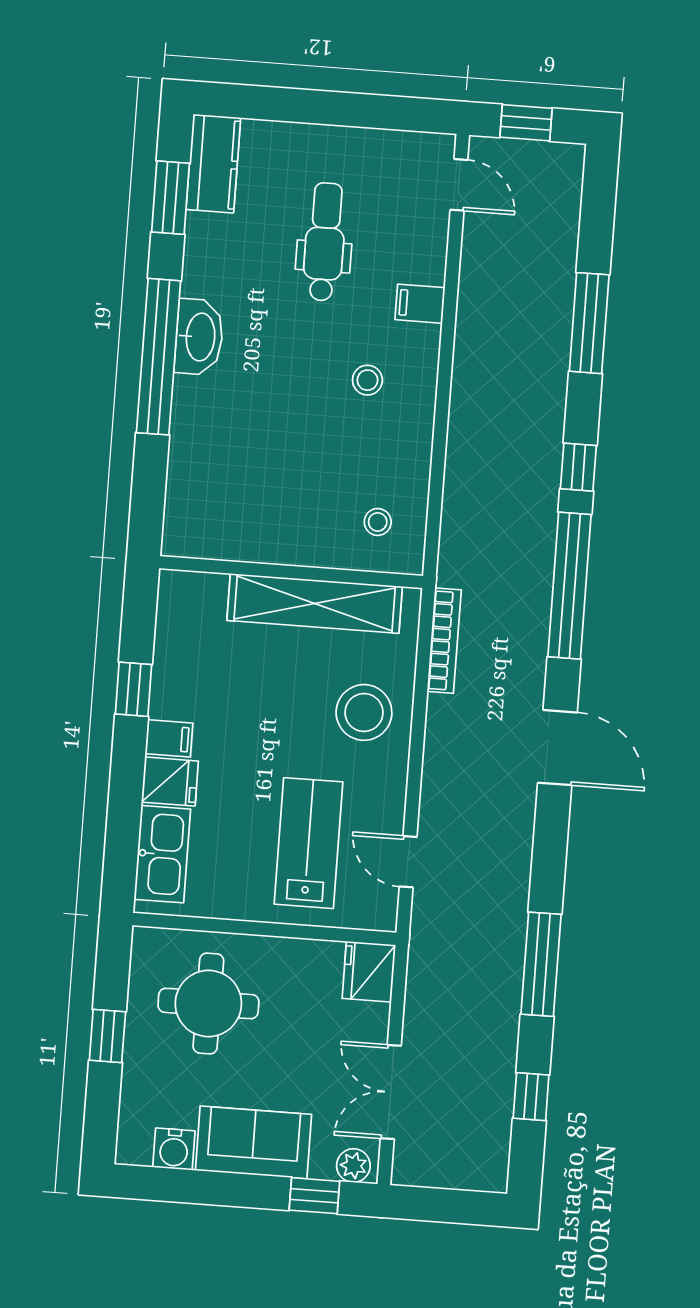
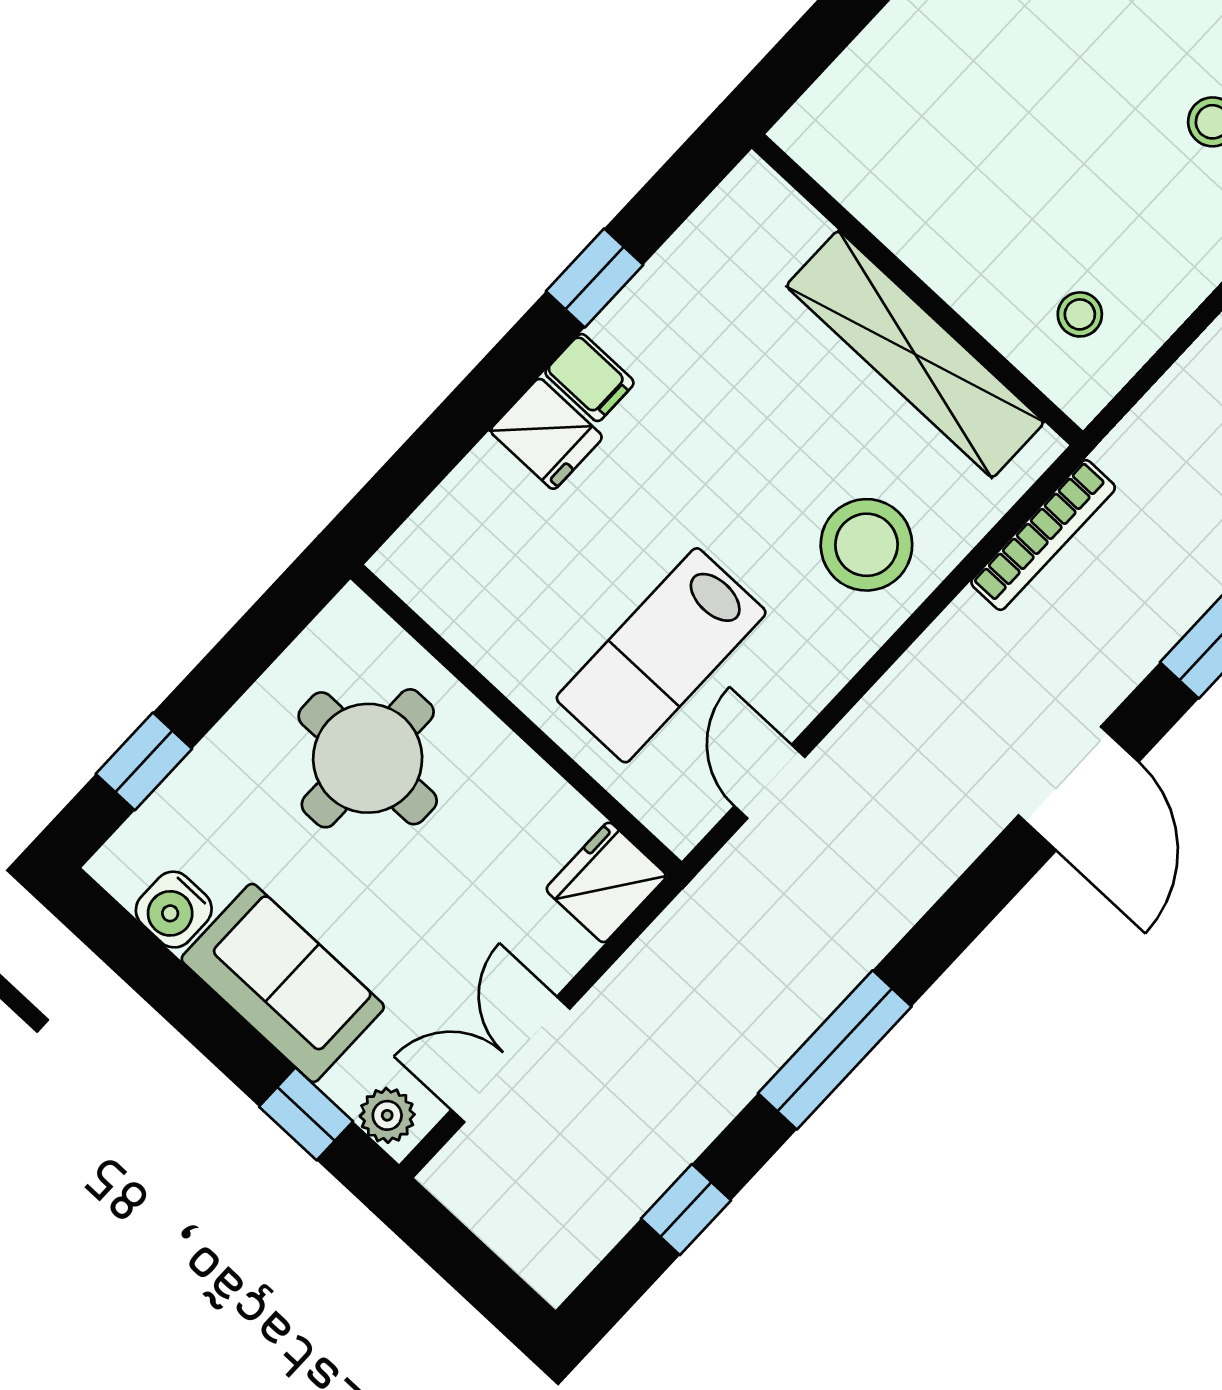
lab bench: (309, 843) -> (661, 655), turned 180
kitchen sink: (162, 854) -> (462, 519), removed
window: (107, 1036) -> (144, 761), moved

